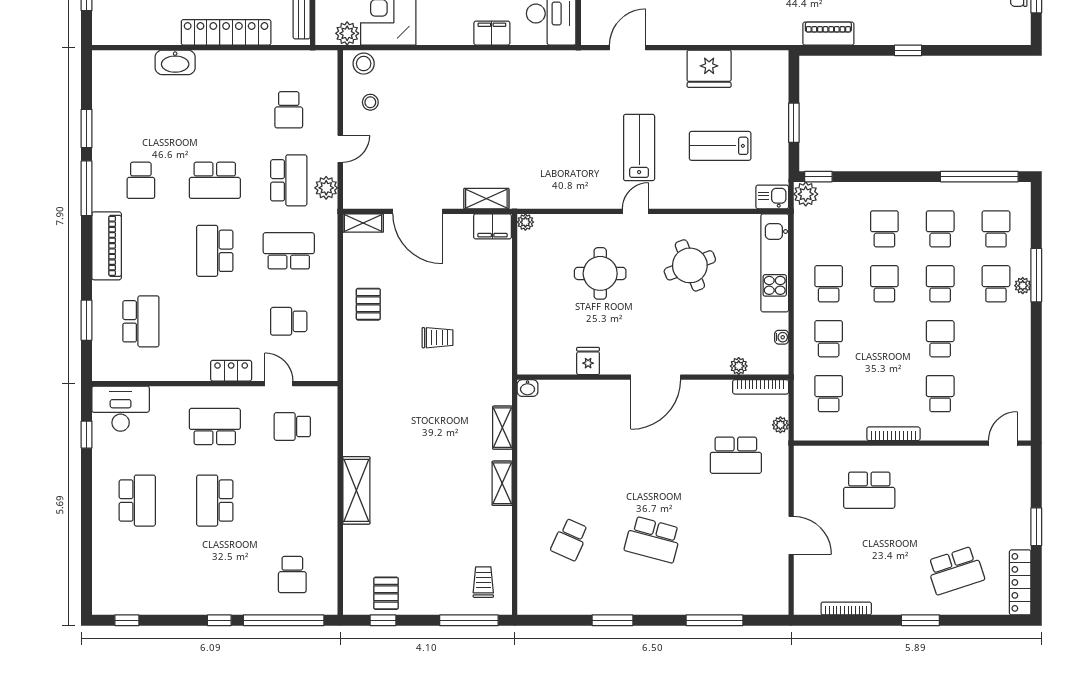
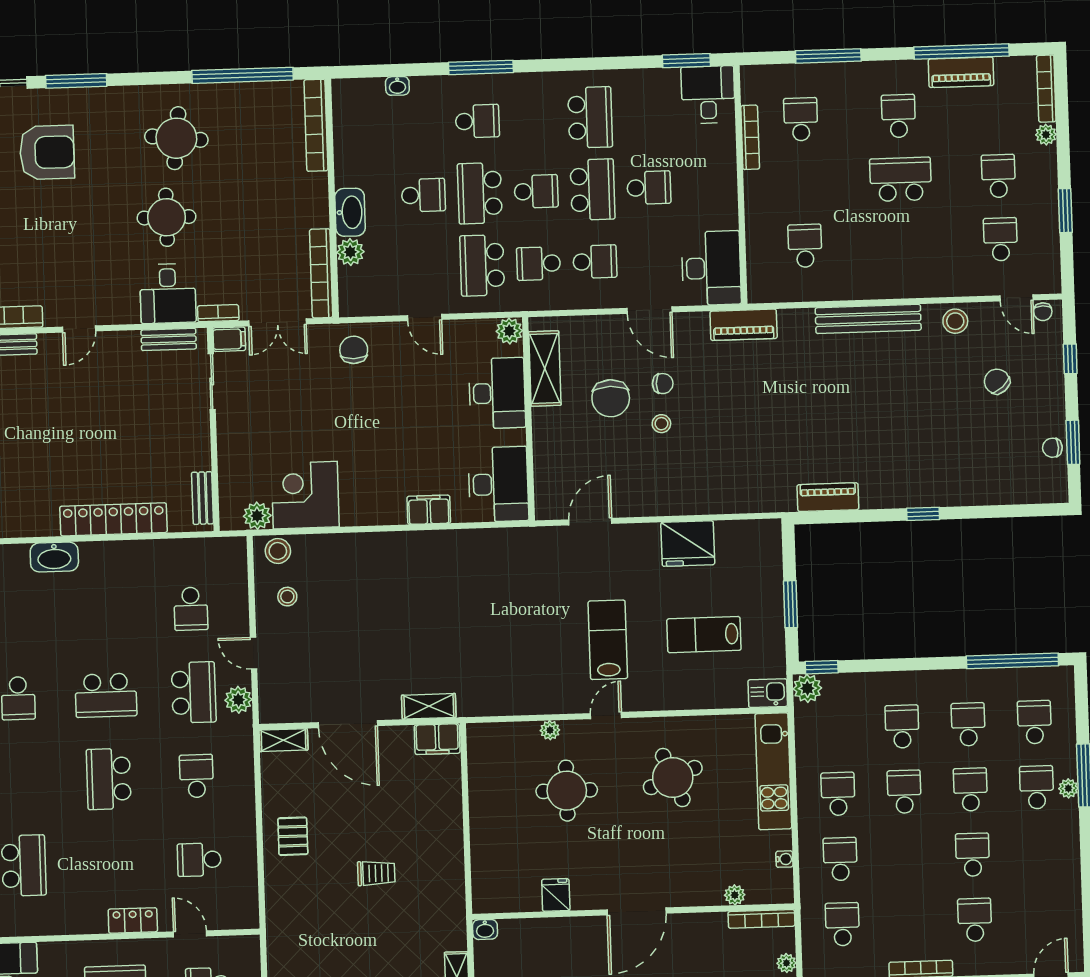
door: (340, 149) -> (254, 653), swing flipped
plant: (525, 222) -> (550, 730), moved
school desk: (289, 251) -> (196, 776), width x0.54

